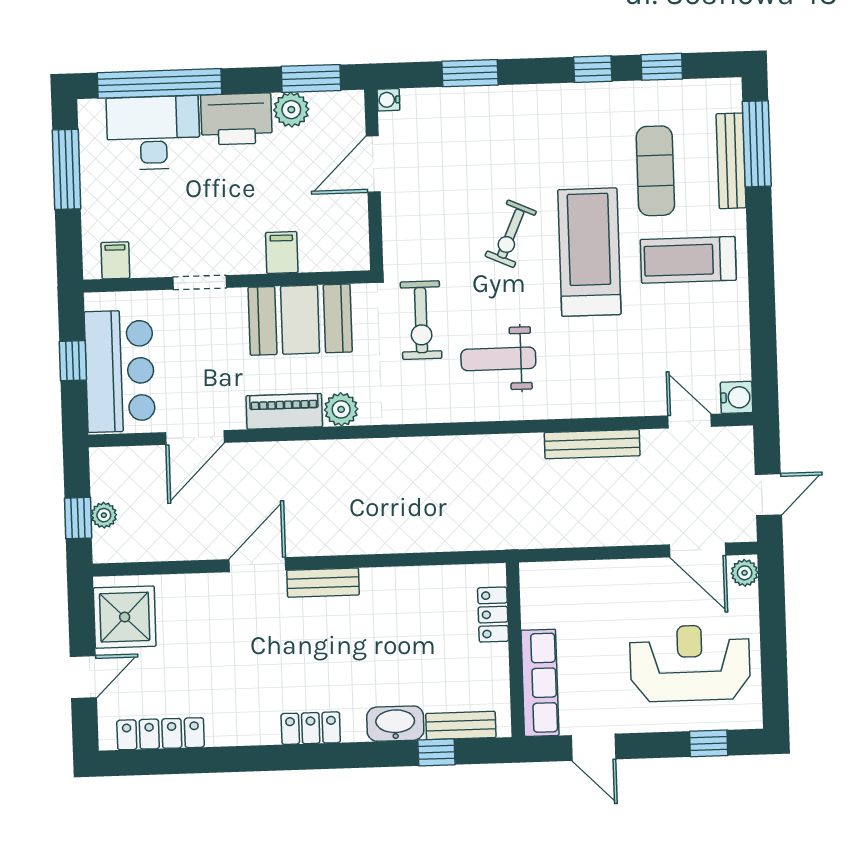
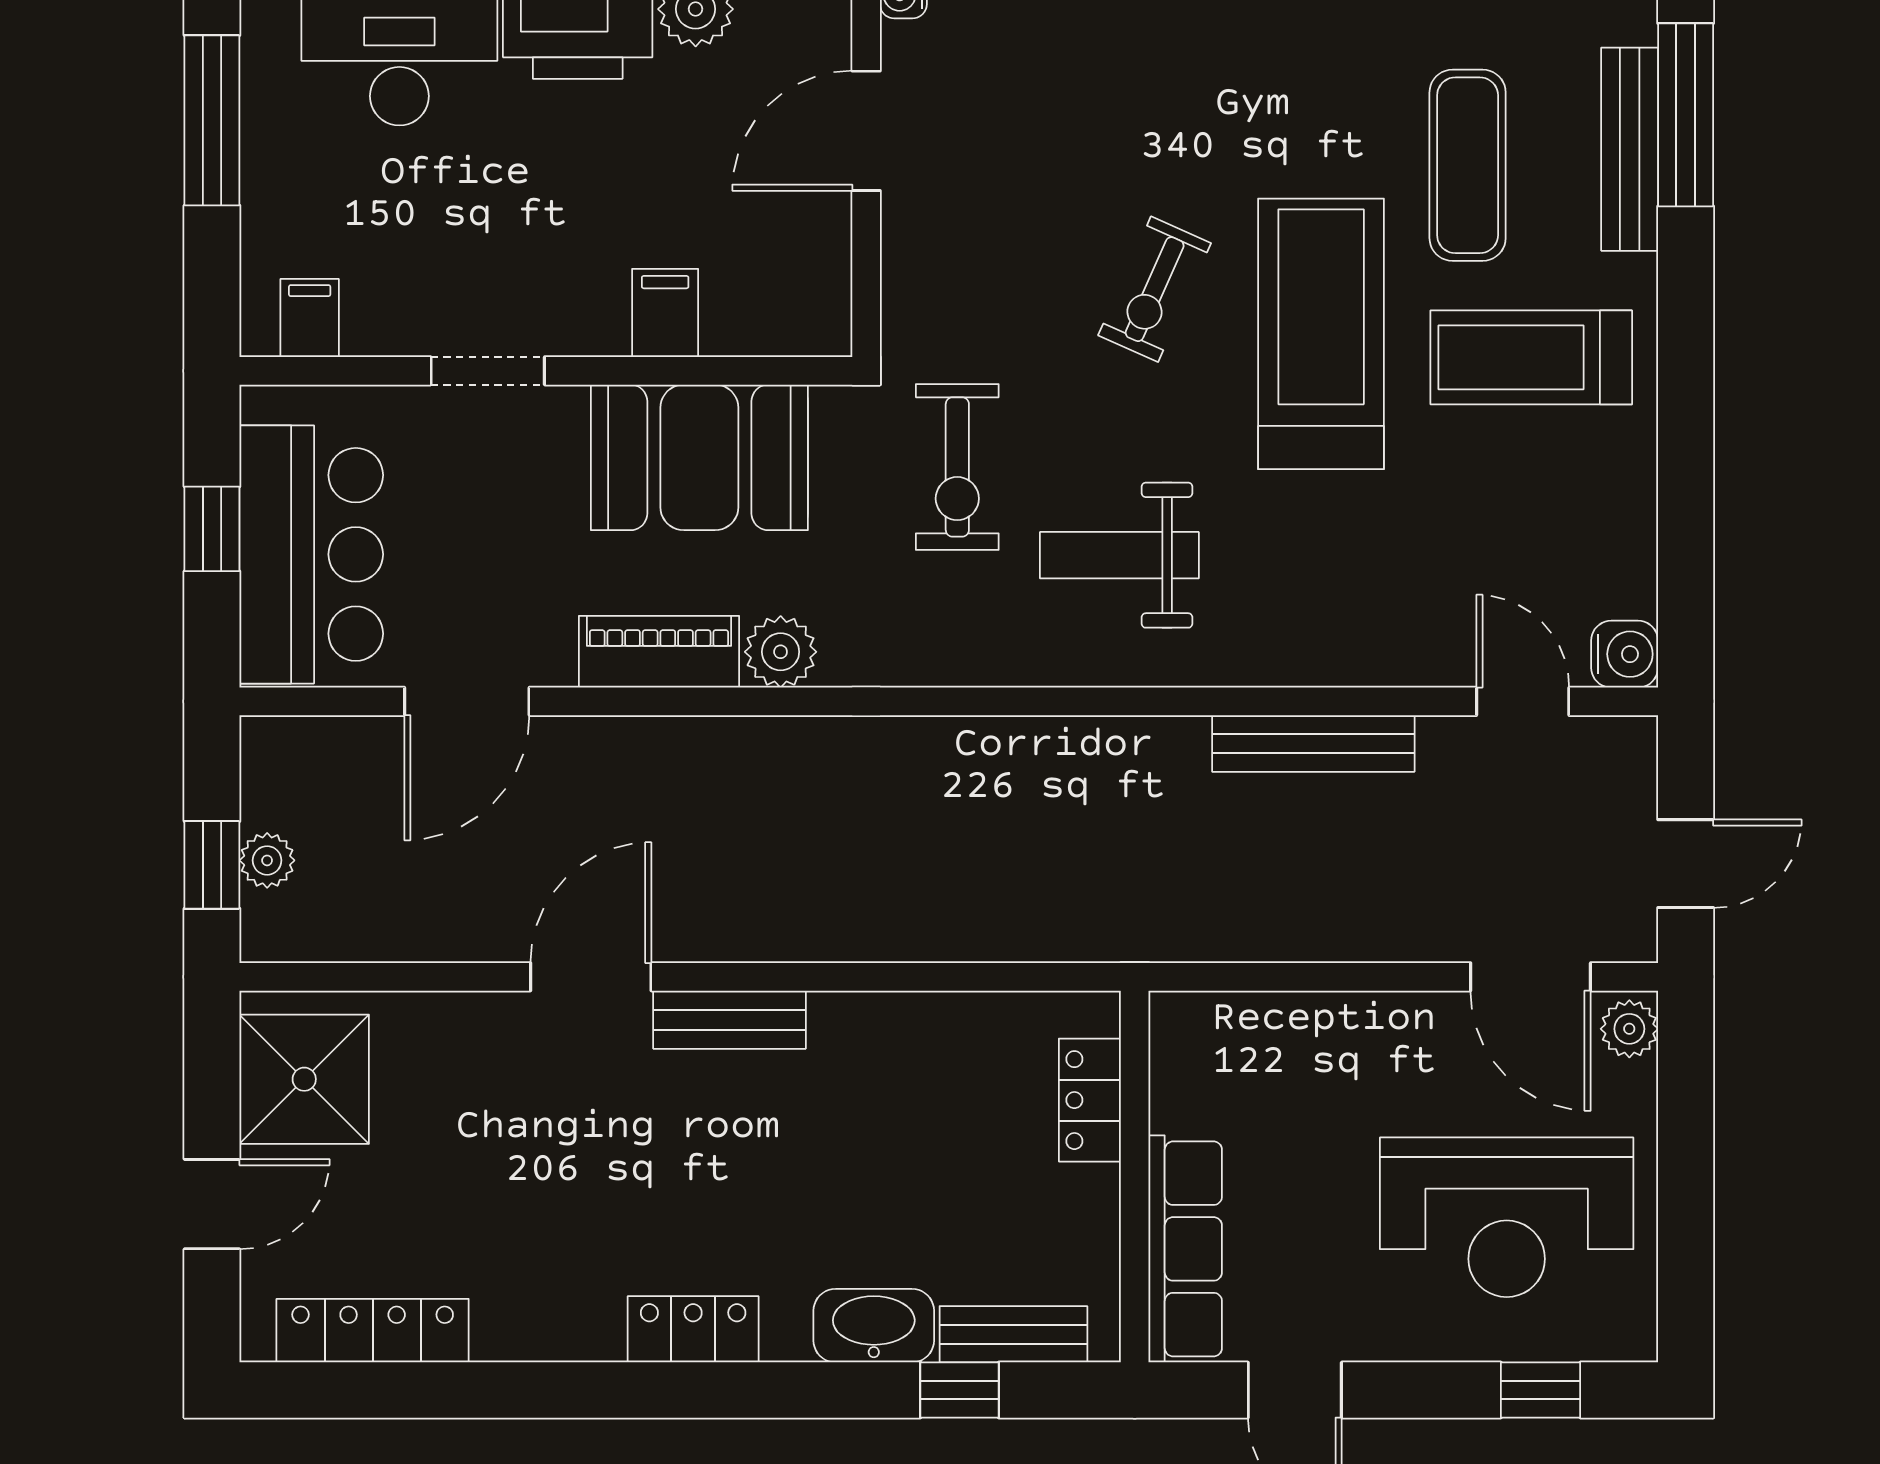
reception desk: (690, 663) -> (1507, 1217), turned 180

